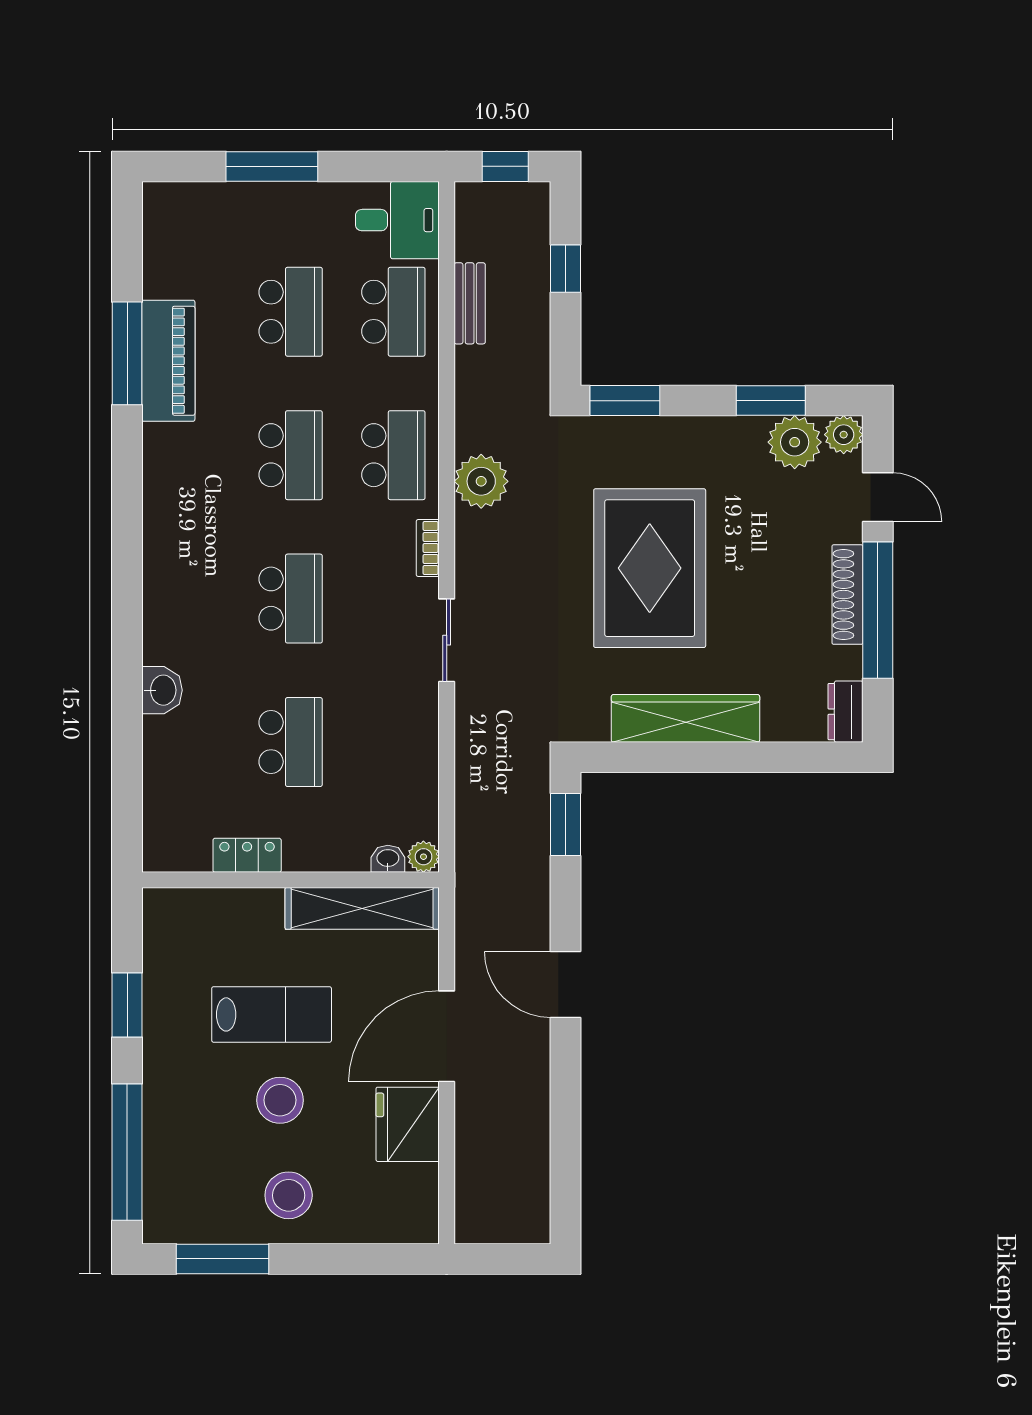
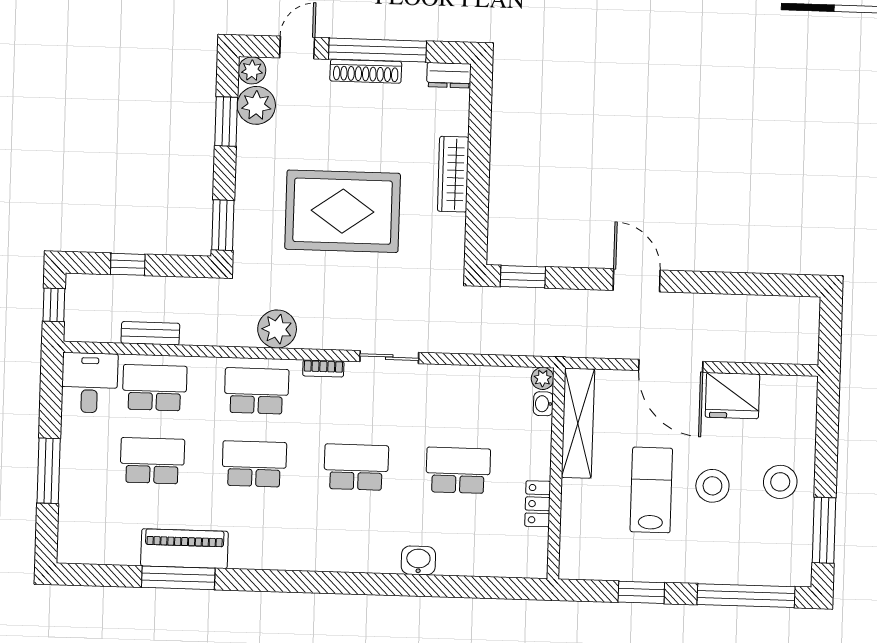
wardrobe: (685, 718) -> (453, 174), width x0.71, depth x0.85
door: (566, 985) -> (637, 280), swing flipped

